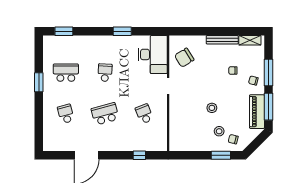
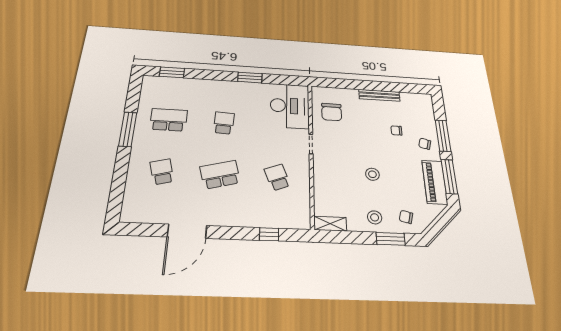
shelving: (250, 40) -> (330, 224), moved
chair: (184, 58) -> (332, 112), turned -58
window: (39, 82) -> (128, 129), width x1.44
stool: (219, 131) -> (375, 217), moved

